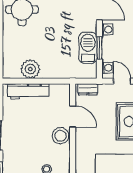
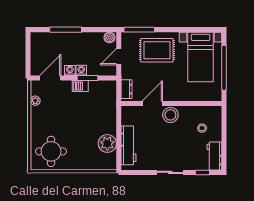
barbecue: (88, 48) -> (80, 86), width x0.53, depth x0.65
washing machine: (107, 68) -> (81, 70), moved

